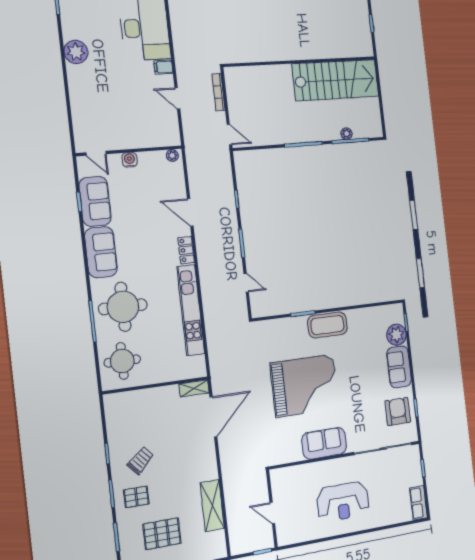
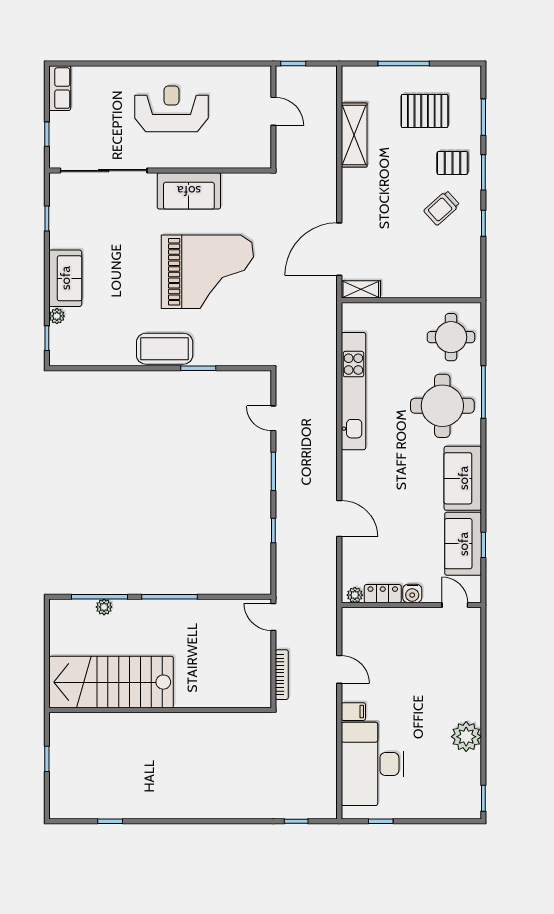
locker: (186, 250) -> (383, 594), moved, turned -90
plant: (396, 335) -> (57, 316), width x0.53, depth x0.53
grand piano: (305, 386) -> (207, 272), turned 180
armchair: (398, 411) -> (75, 218), removed

